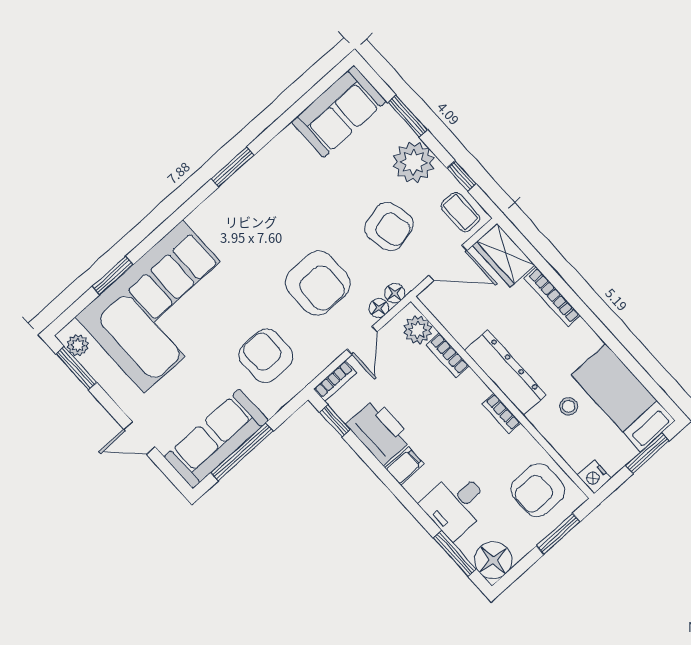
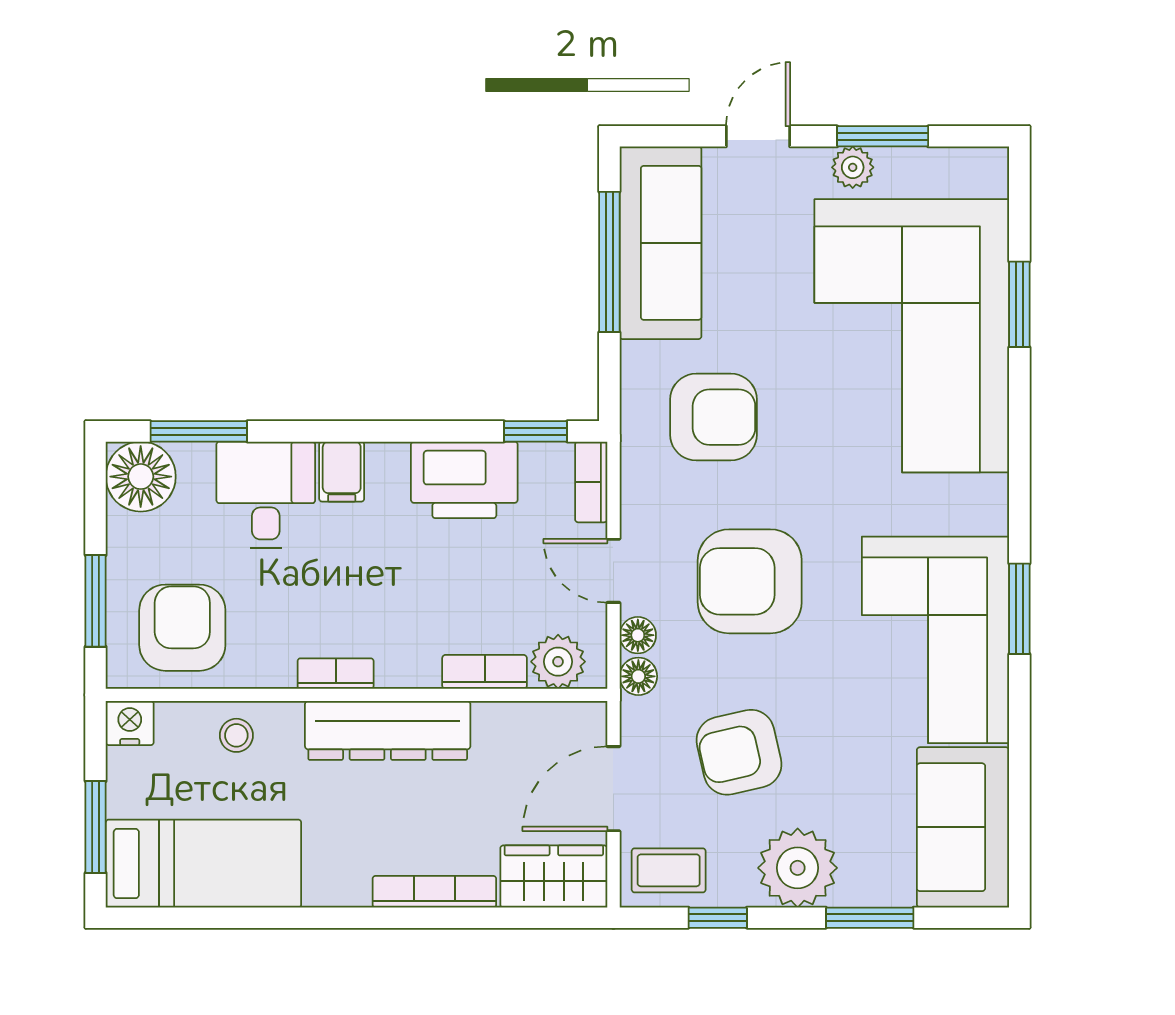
corner sofa: (275, 189) -> (935, 640), added
plant: (78, 345) -> (853, 167), moved
window: (76, 368) -> (883, 136), moved
stool: (569, 406) -> (236, 735), moved
filing cabinet: (405, 466) -> (342, 472), moved

